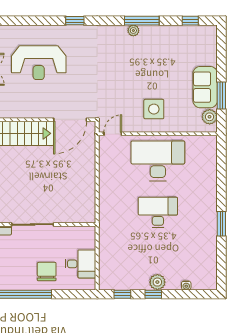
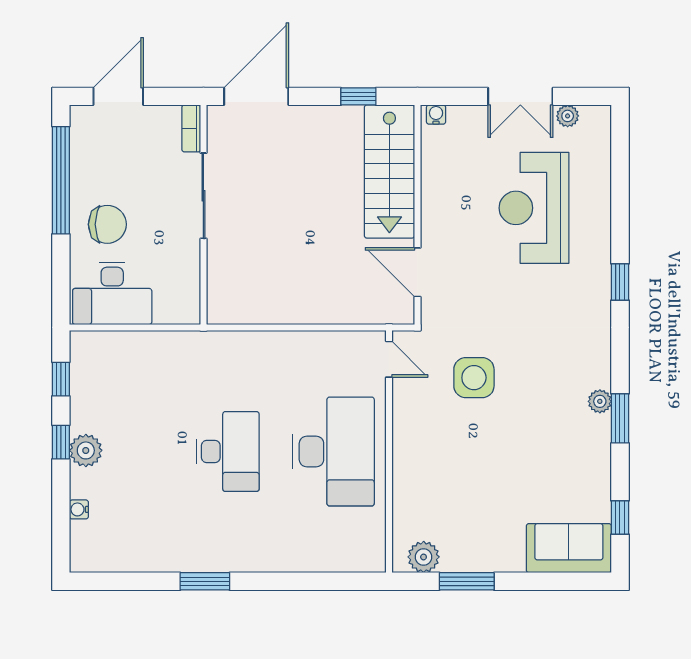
window: (142, 21) -> (620, 418), width x0.69
sofa: (205, 87) -> (569, 548), moved
side table: (154, 109) -> (474, 378), moved
door: (70, 120) -> (417, 272), width x0.73
desk: (80, 264) -> (112, 293), width x1.37

